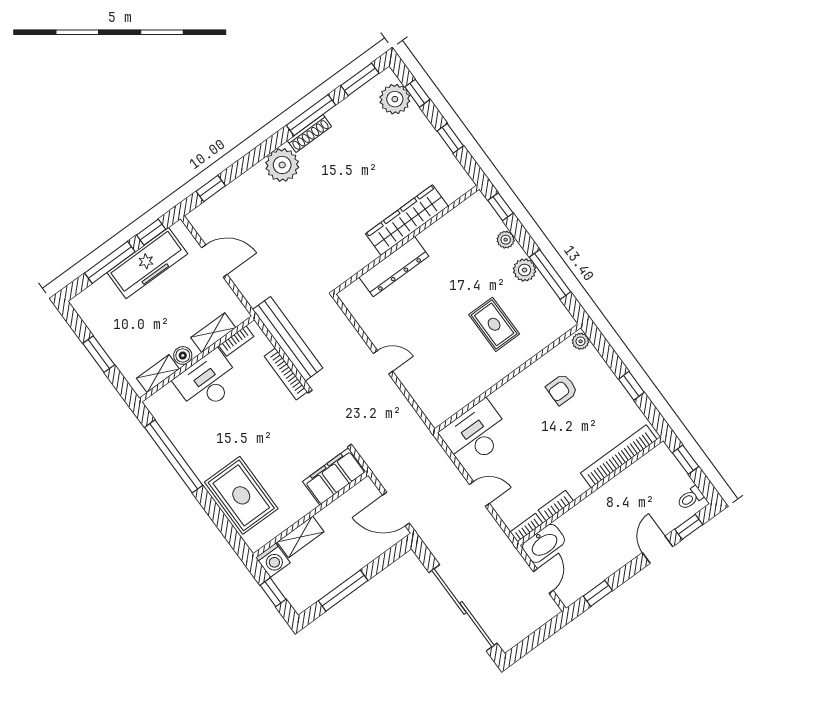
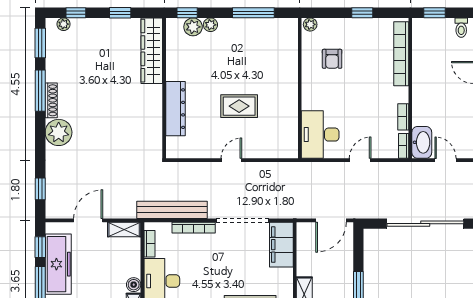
plant: (395, 99) -> (64, 24), width x0.53, depth x0.53
wardrobe: (407, 220) -> (152, 51), moved
plant: (525, 270) -> (193, 27), moved
rug: (494, 324) -> (239, 106), moved
shelving: (213, 333) -> (124, 229), moved, turned 90

